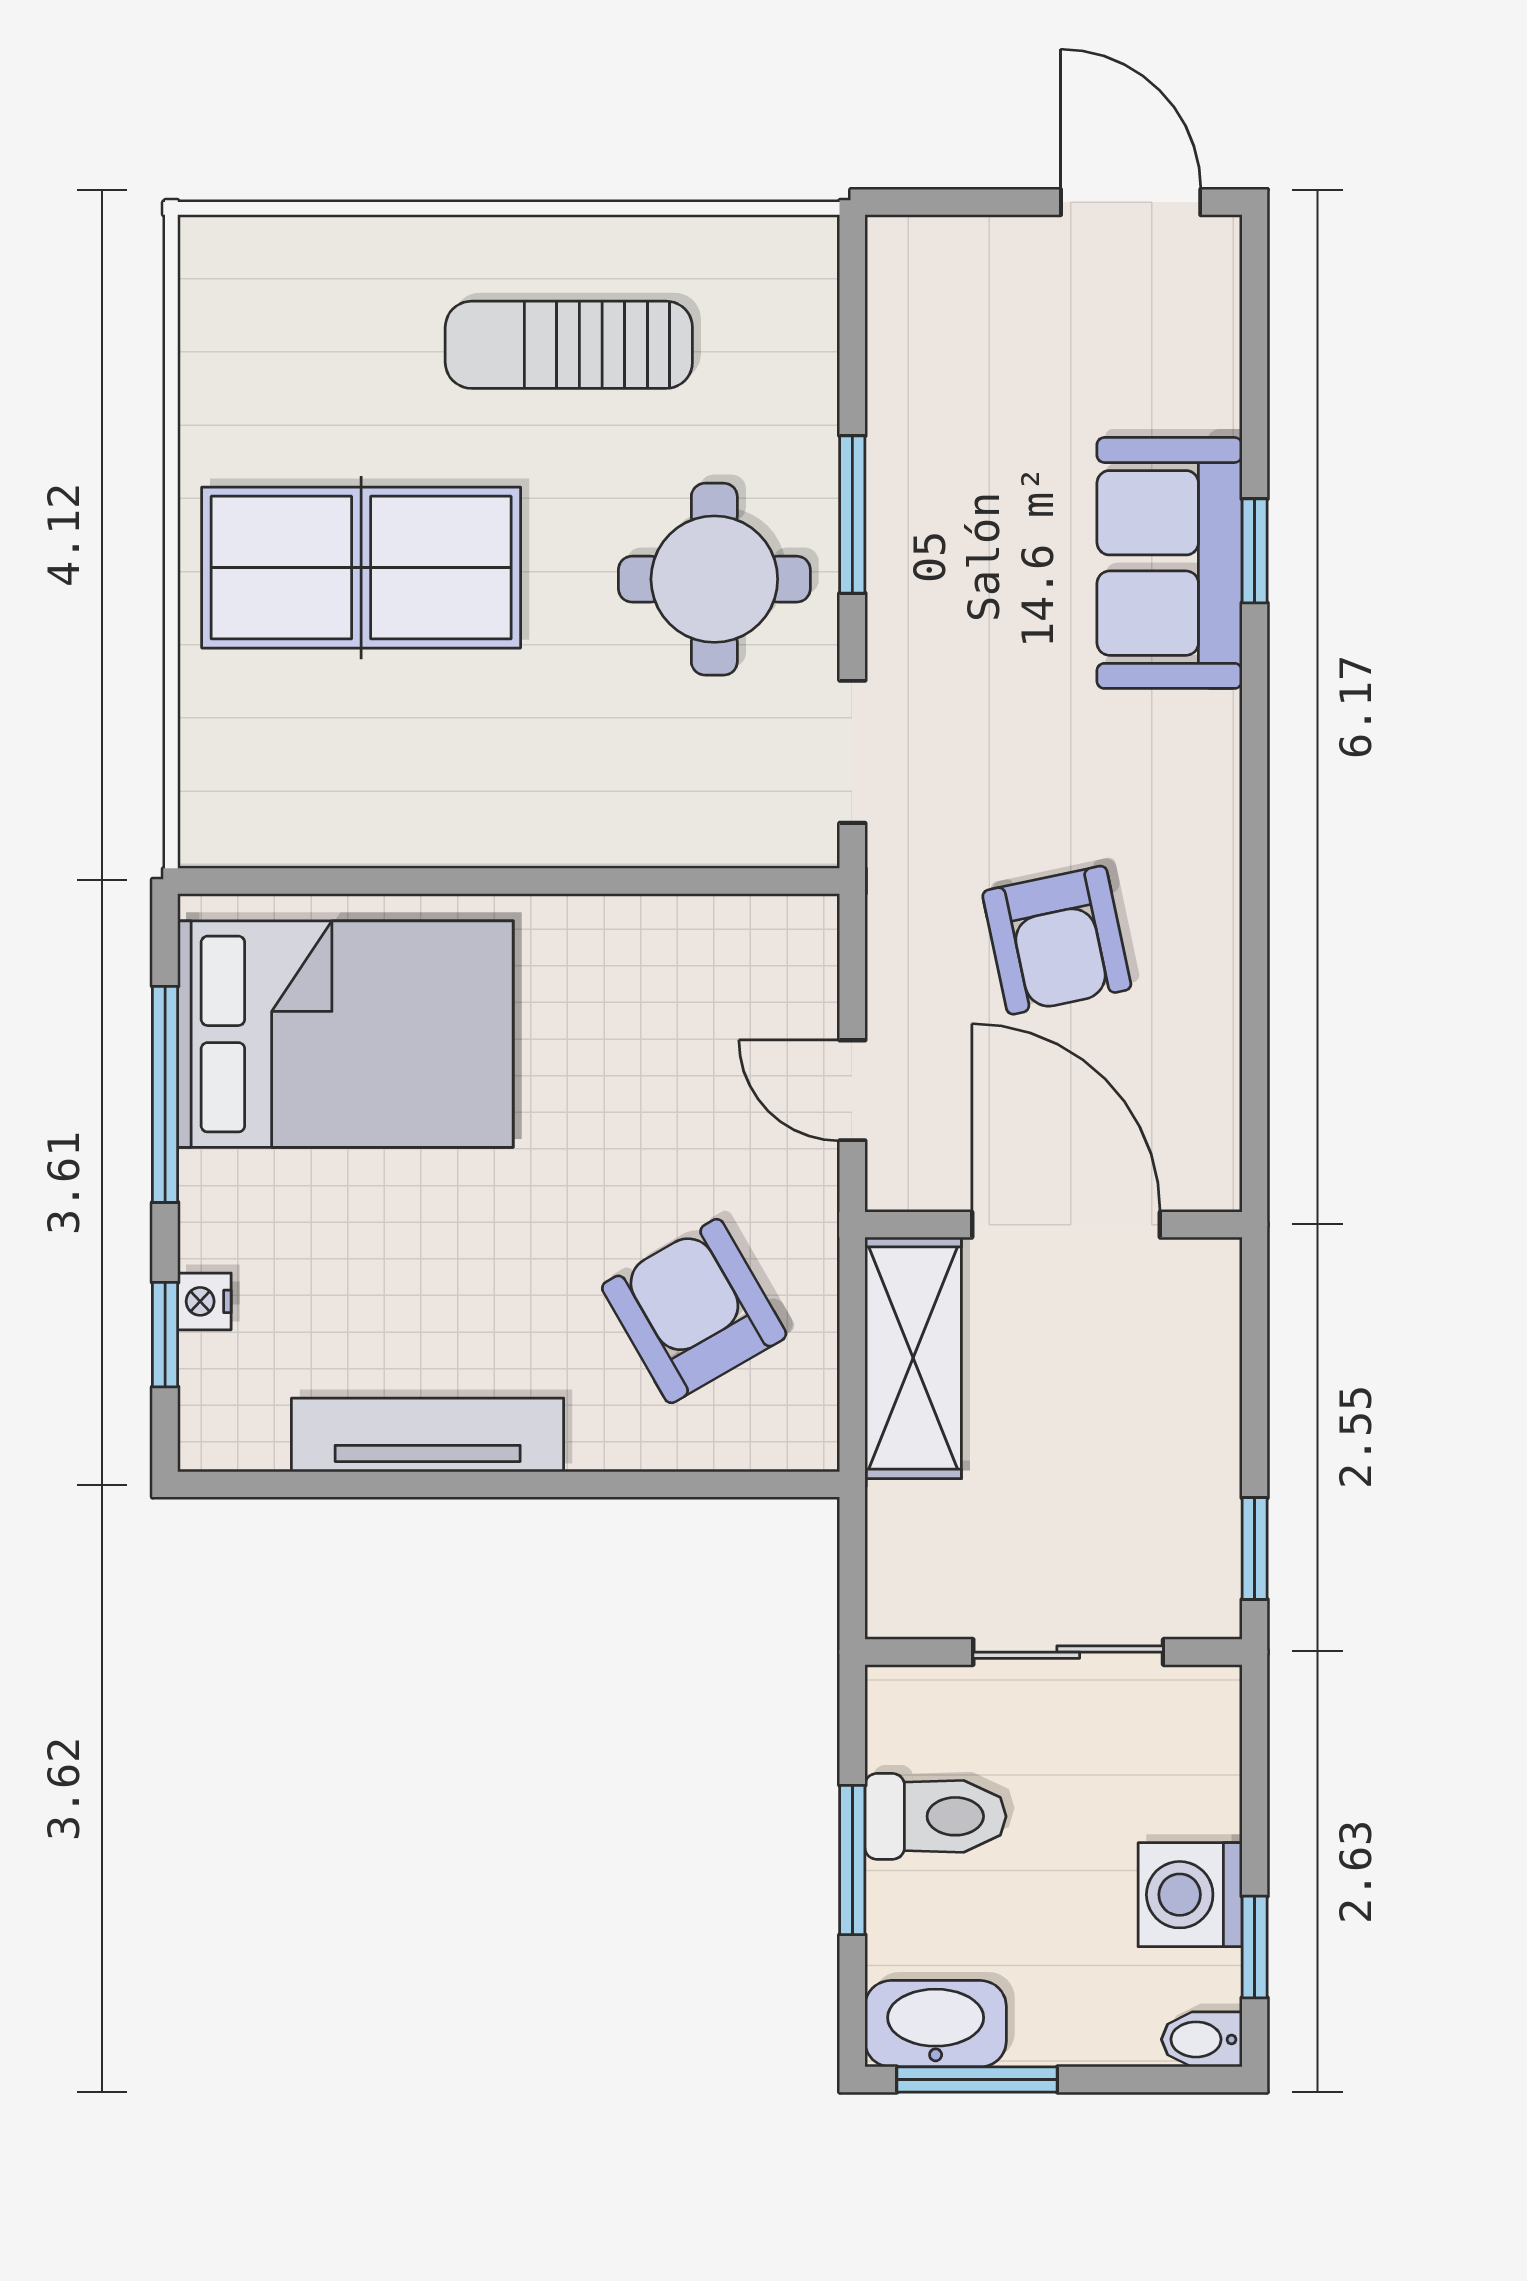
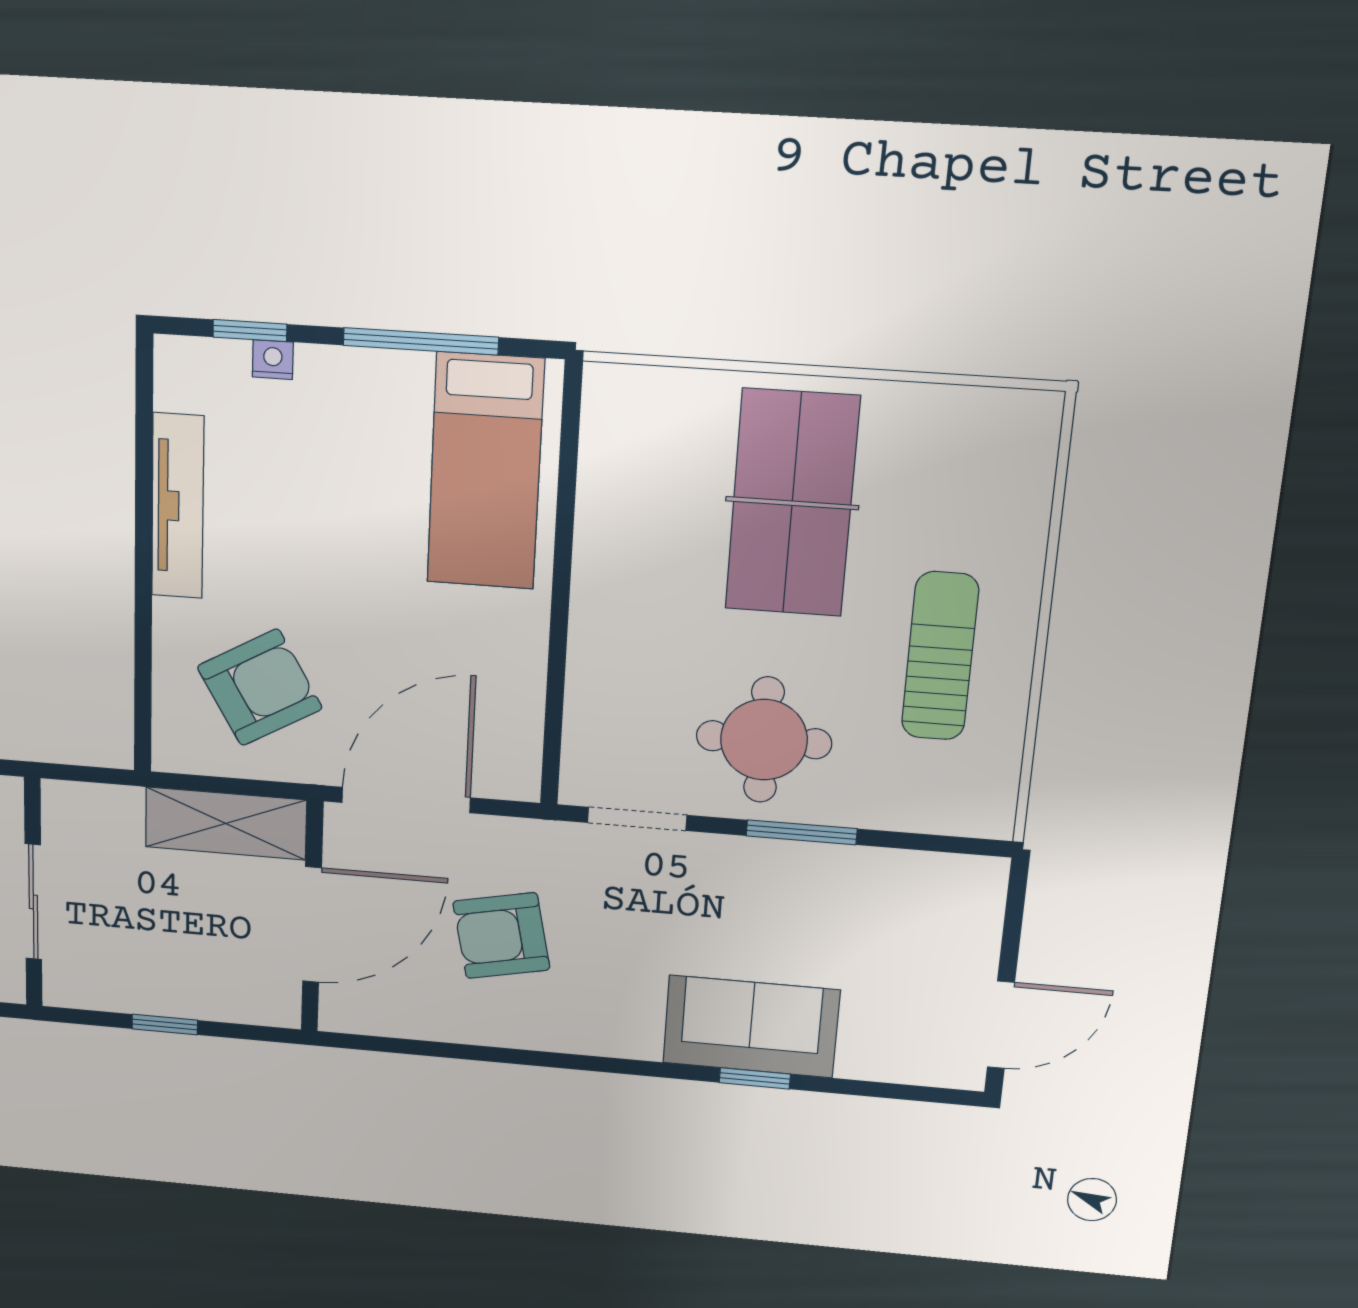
bed: (345, 1034) -> (485, 471), width x0.67
door: (852, 1090) -> (406, 800), width x1.88
window: (1255, 1549) -> (165, 1024), moved

